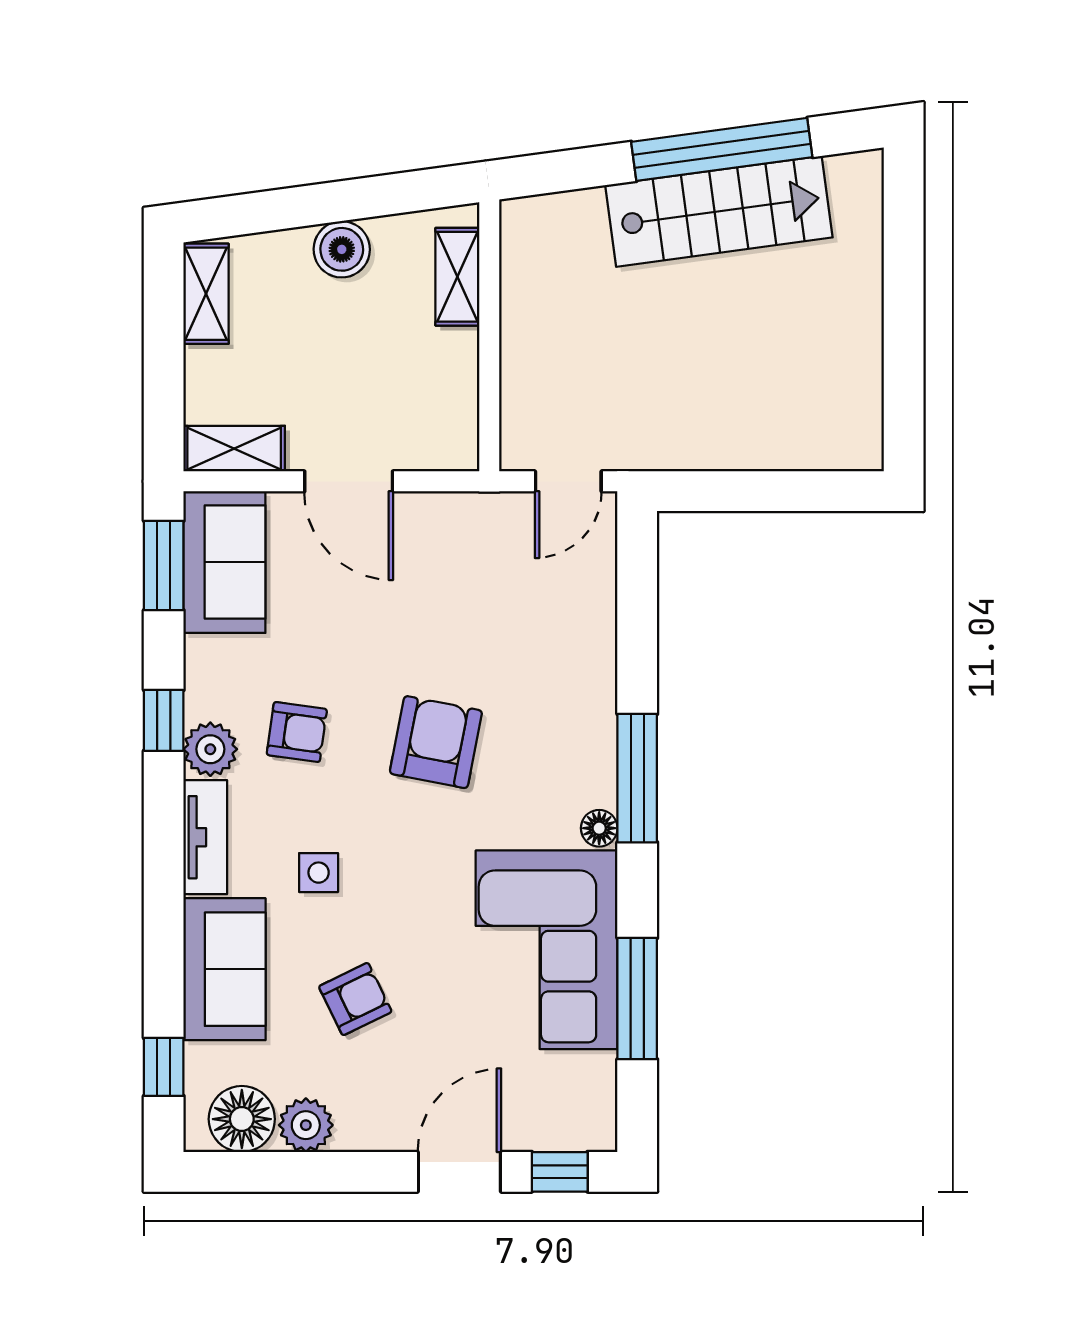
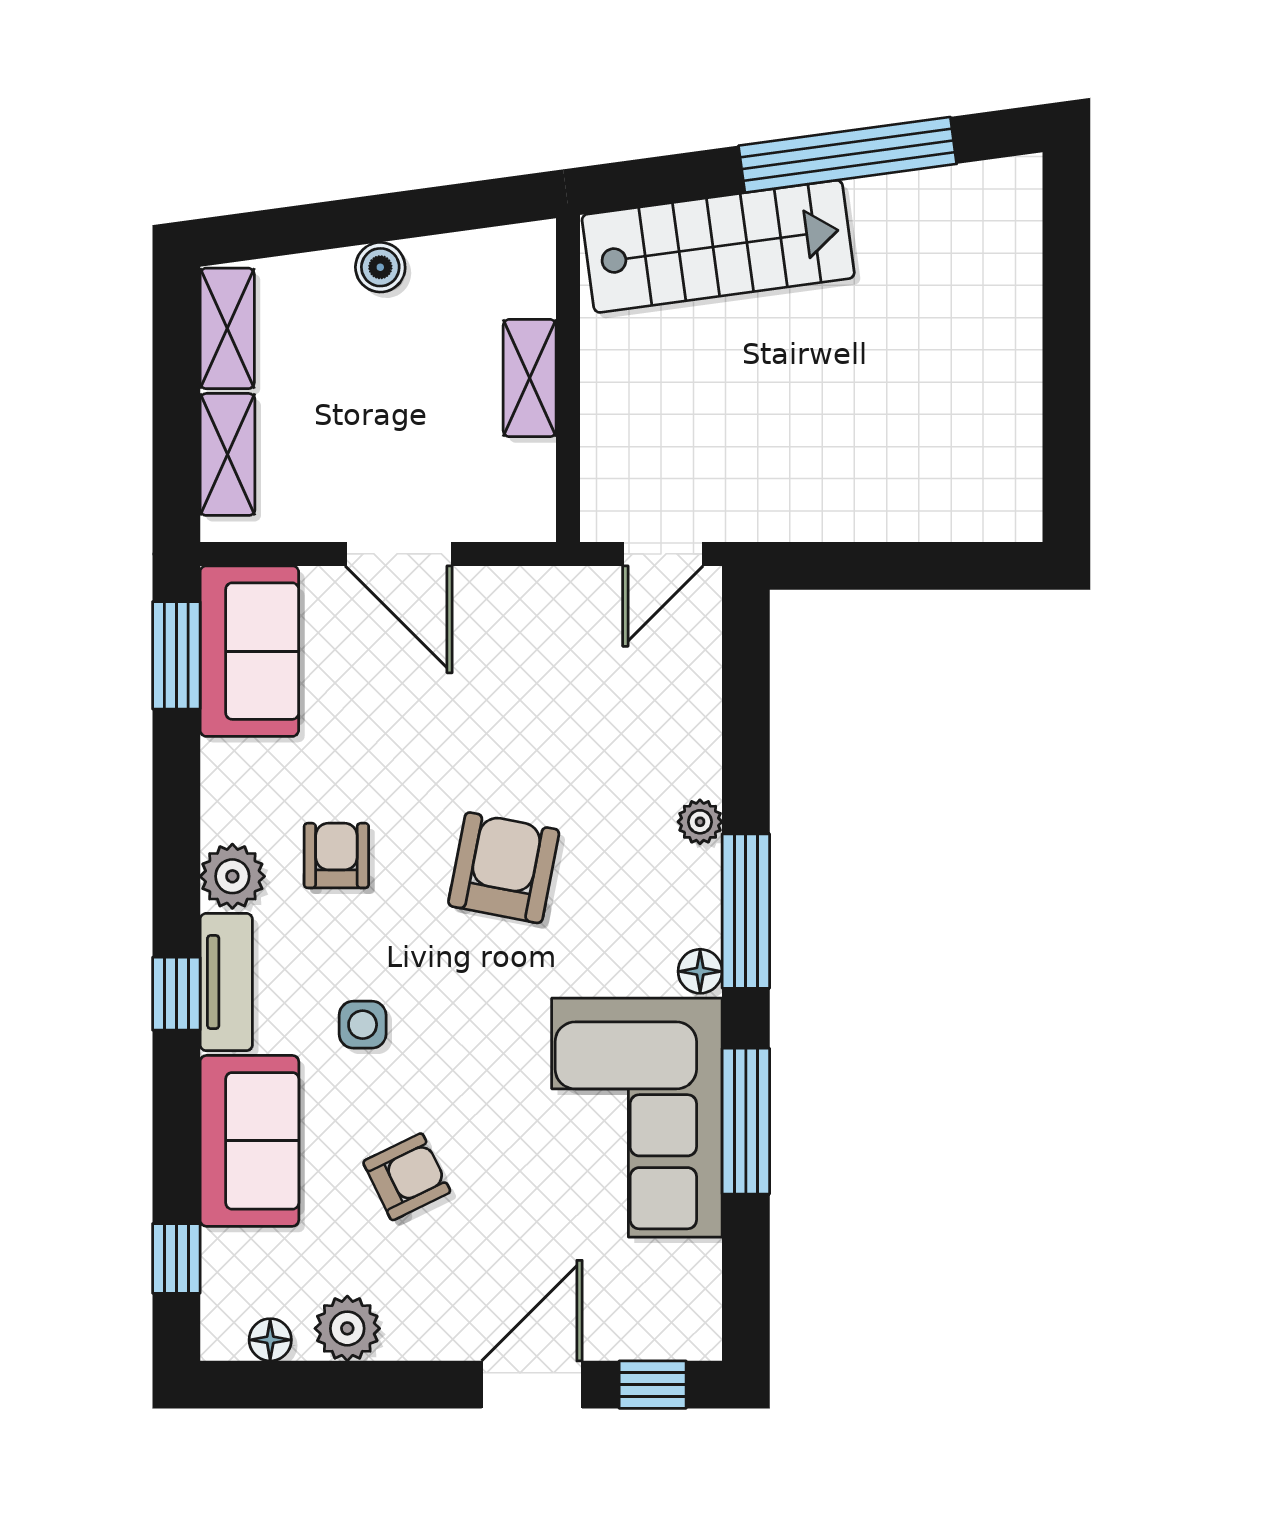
stairs: (719, 211) -> (718, 246), moved
boiler: (342, 249) -> (380, 267), width x0.73, depth x0.73
shelving: (457, 277) -> (530, 378), moved
shelving: (234, 449) -> (227, 454), moved, turned 90
plant: (599, 704) -> (700, 822), added
window: (164, 720) -> (176, 994), moved
armchair: (297, 732) -> (336, 856), turned -98
window: (637, 999) -> (746, 1121), moved
floor lamp: (242, 1119) -> (270, 1340), width x0.53, depth x0.53

